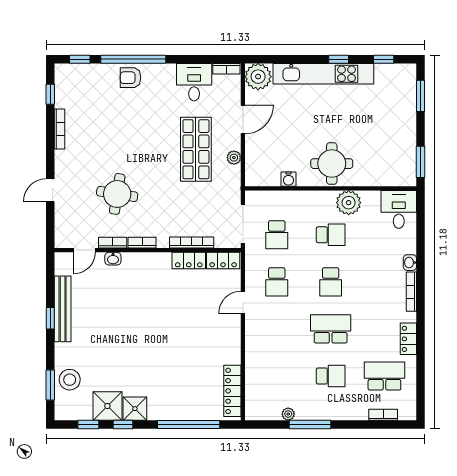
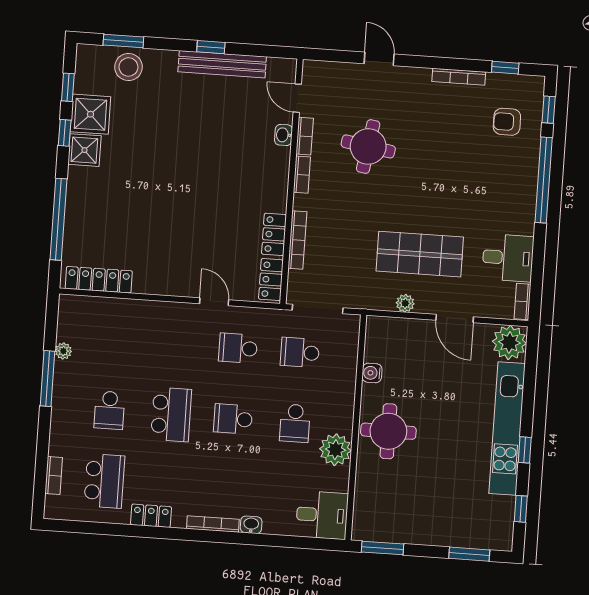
armchair: (131, 78) -> (507, 122), moved, turned -90

